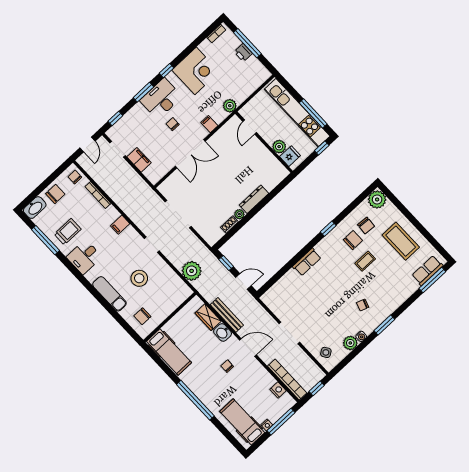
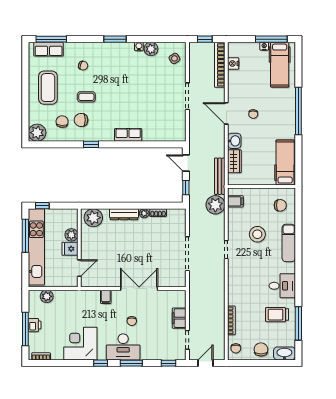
plant: (230, 106) -> (47, 296), moved
fridge: (290, 156) -> (70, 249), moved
plant: (275, 175) -> (93, 218), added
chair: (55, 194) -> (261, 349), turned 90
filing cabinet: (120, 225) -> (235, 201), moved
chair: (363, 305) -> (83, 66), moved
bench: (227, 315) -> (220, 176), moved
window: (281, 422) -> (271, 39), moved

